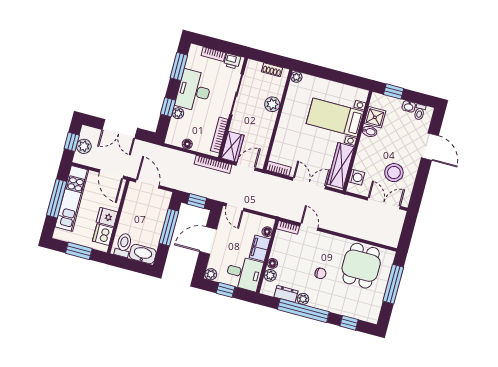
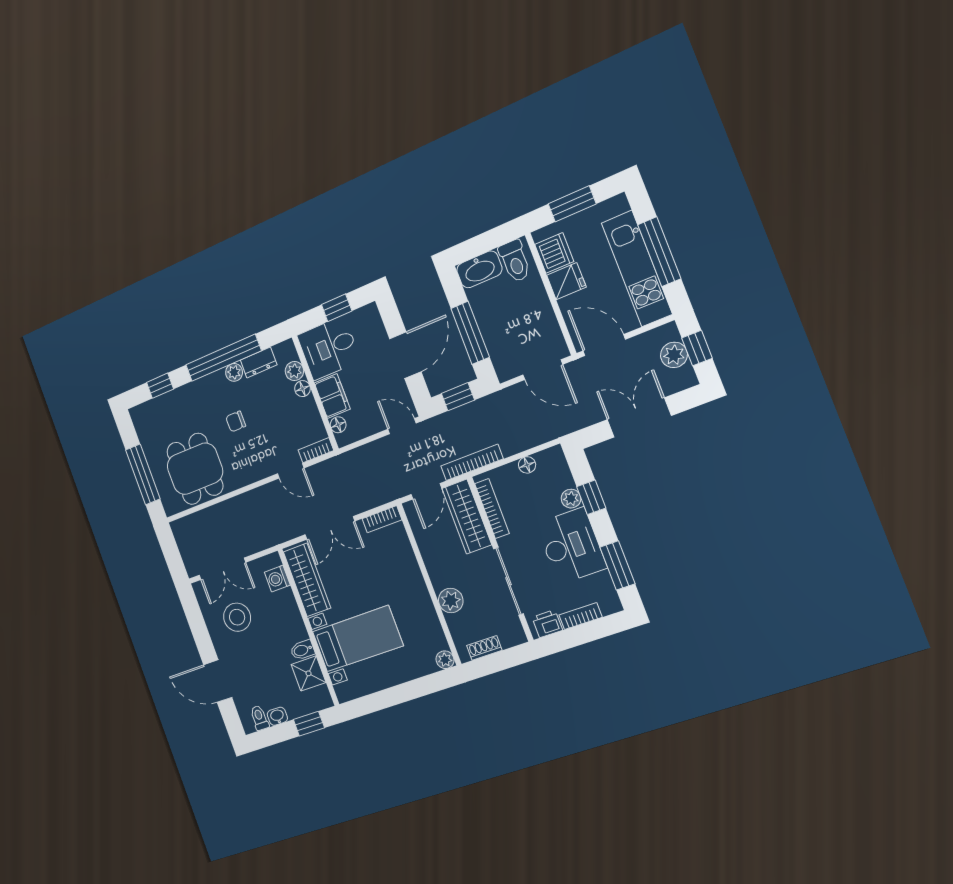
wardrobe: (233, 147) -> (467, 516), width x1.50
plant: (211, 274) -> (370, 313), removed

